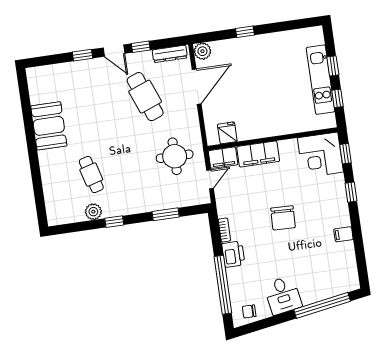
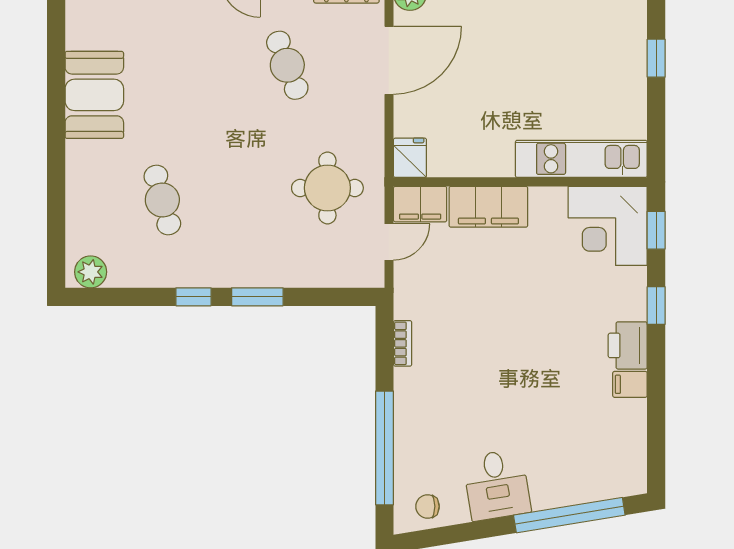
kitchen unit: (320, 80) -> (581, 159), moved, turned 90
cafe table: (145, 97) -> (287, 65), width x0.73, depth x0.74
window: (338, 98) -> (656, 122), removed
fridge: (227, 133) -> (410, 158), moved
plant: (93, 212) -> (91, 272), moved
window: (166, 214) -> (257, 297), moved
chair: (283, 218) -> (519, 336), removed
printer: (233, 254) -> (628, 345), moved, turned 180

